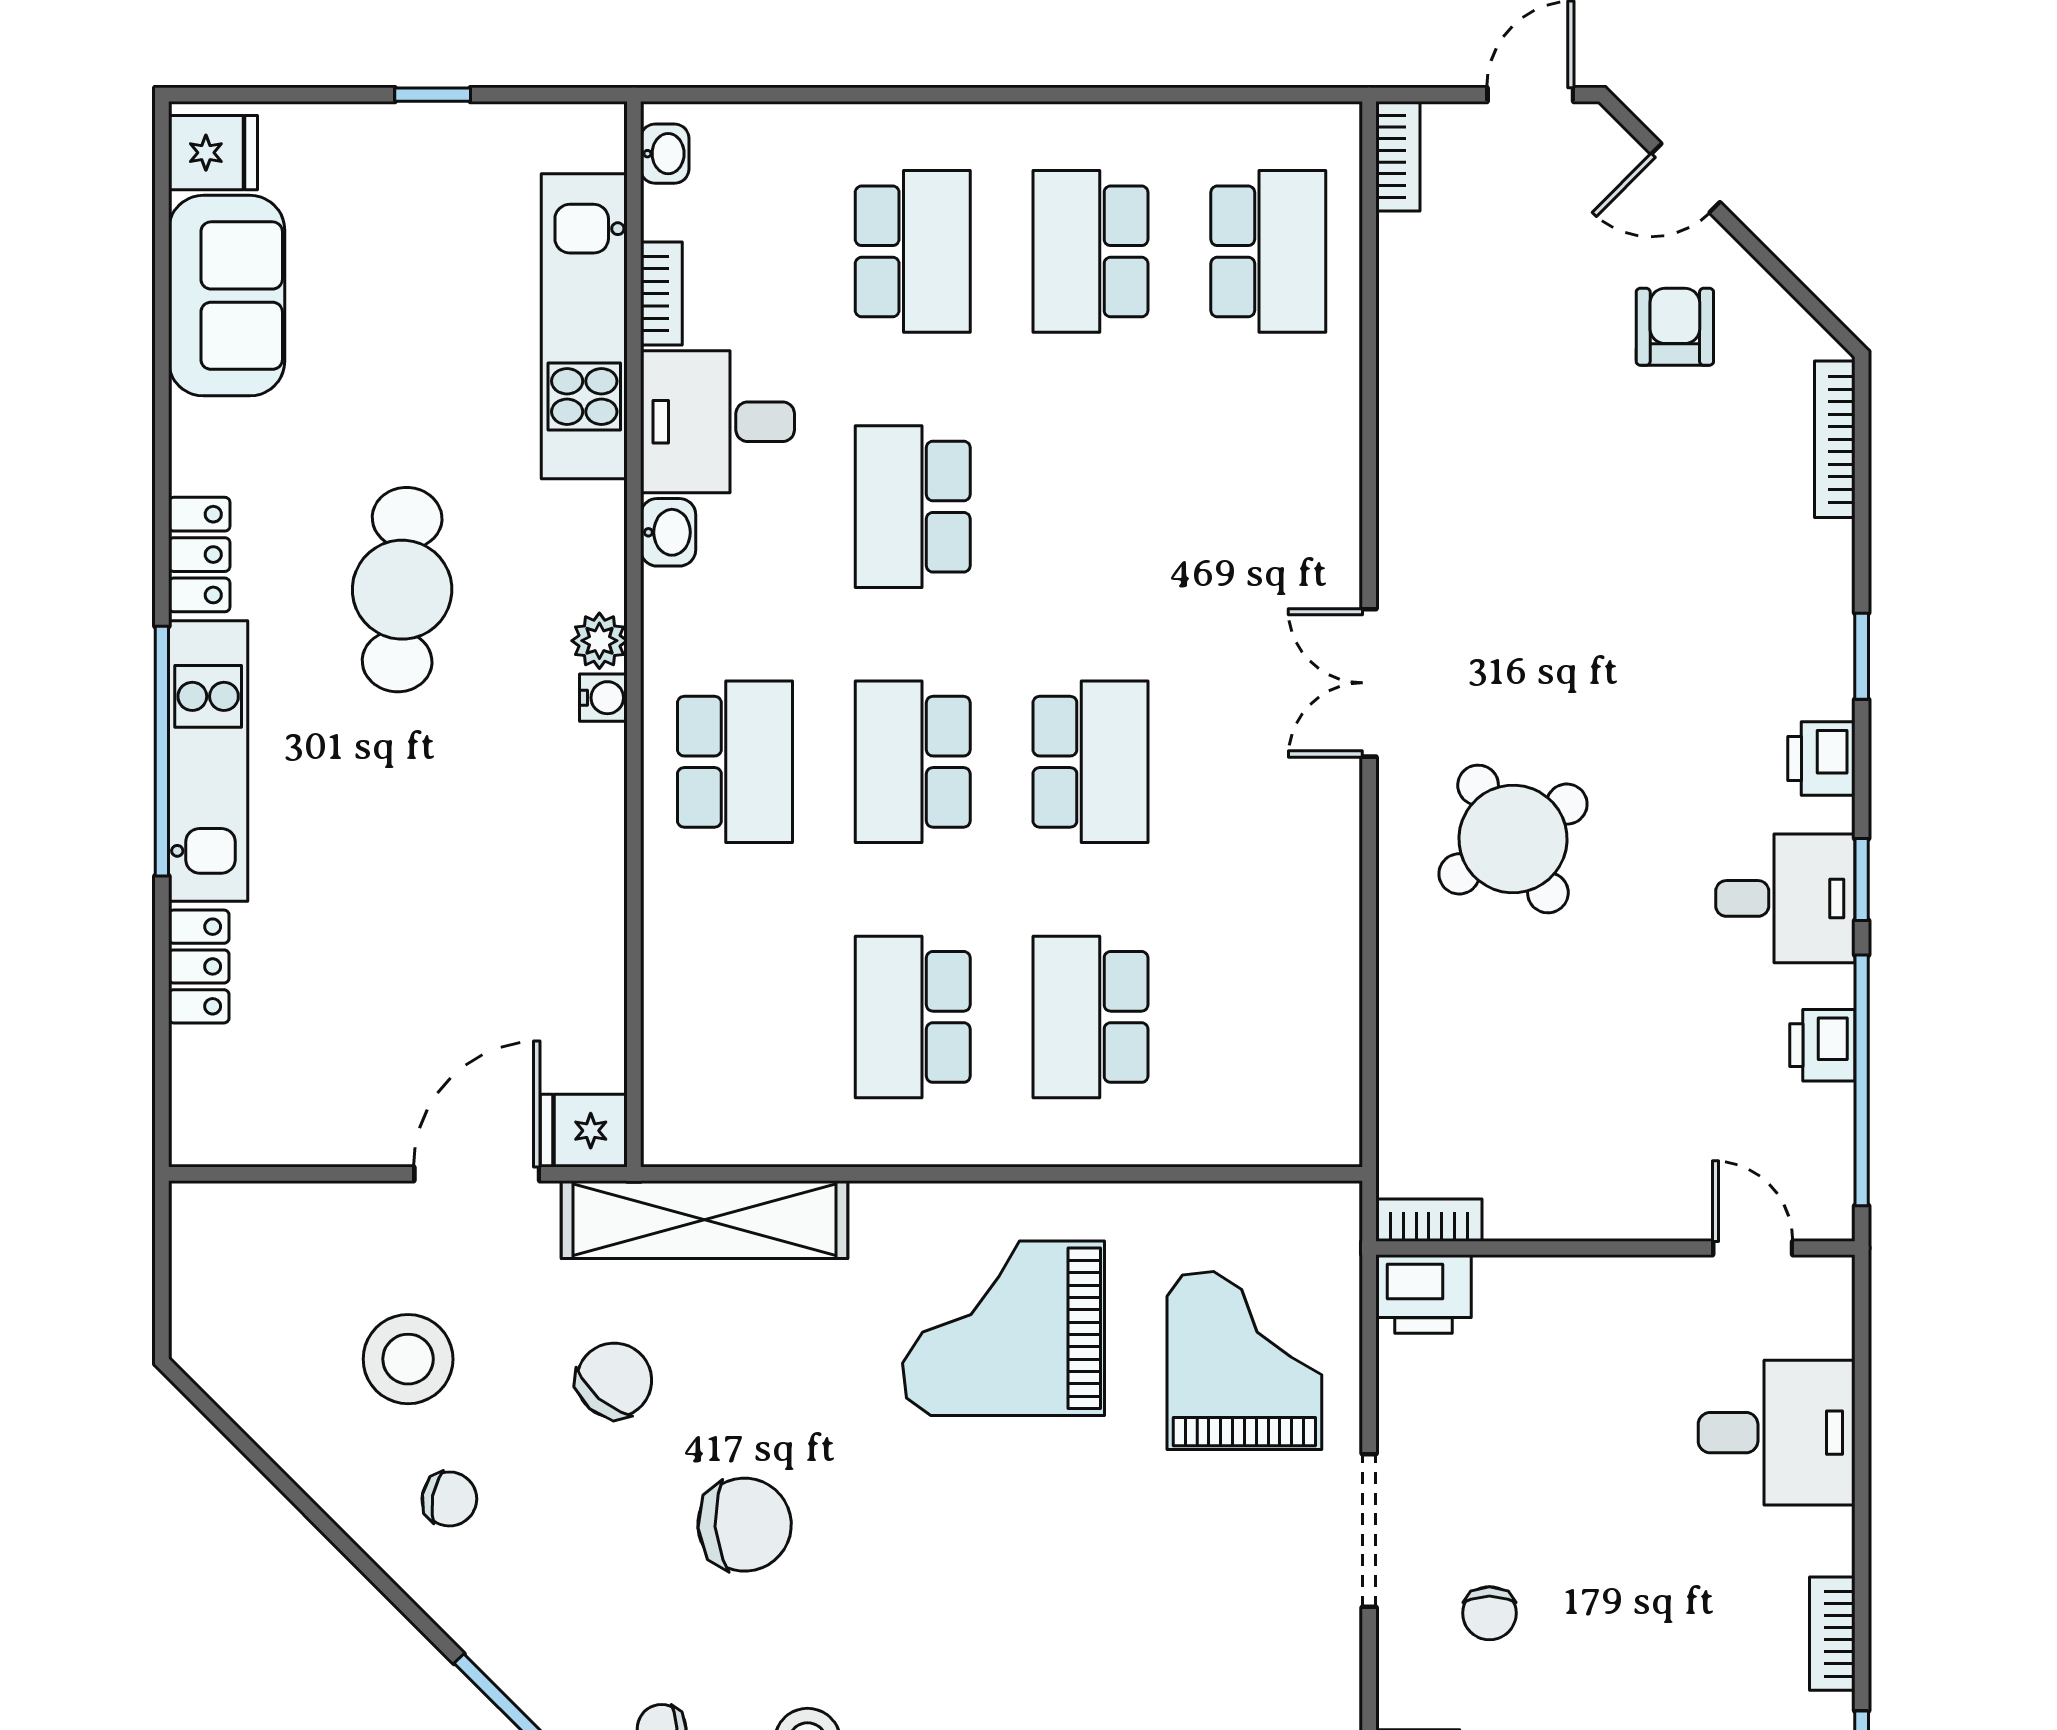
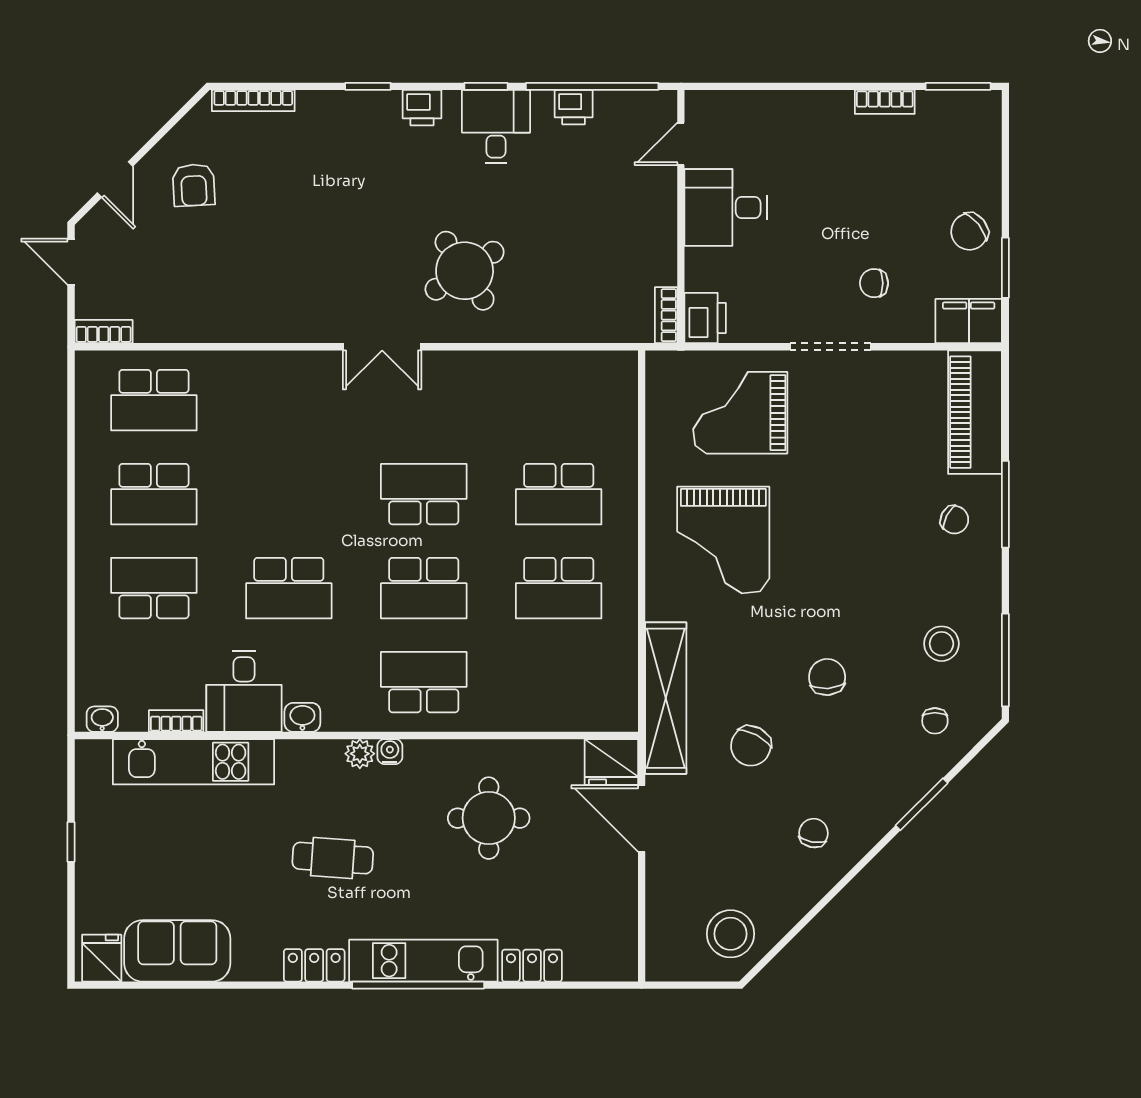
school desk: (1268, 251) -> (154, 400), turned 180
armchair: (1675, 327) -> (194, 185), turned -93
cafe table: (402, 590) -> (333, 858), width x0.73, depth x0.74
round table: (478, 885) -> (489, 818), added
fridge: (584, 1131) -> (611, 762), width x1.38
stool: (408, 1359) -> (731, 934), moved
chair: (614, 1380) -> (751, 746), turned -103
desk: (1777, 1433) -> (726, 208), moved, turned -90
chair: (745, 1525) -> (827, 677), width x0.73, depth x0.73
chair: (1489, 1613) -> (874, 283), turned 180

